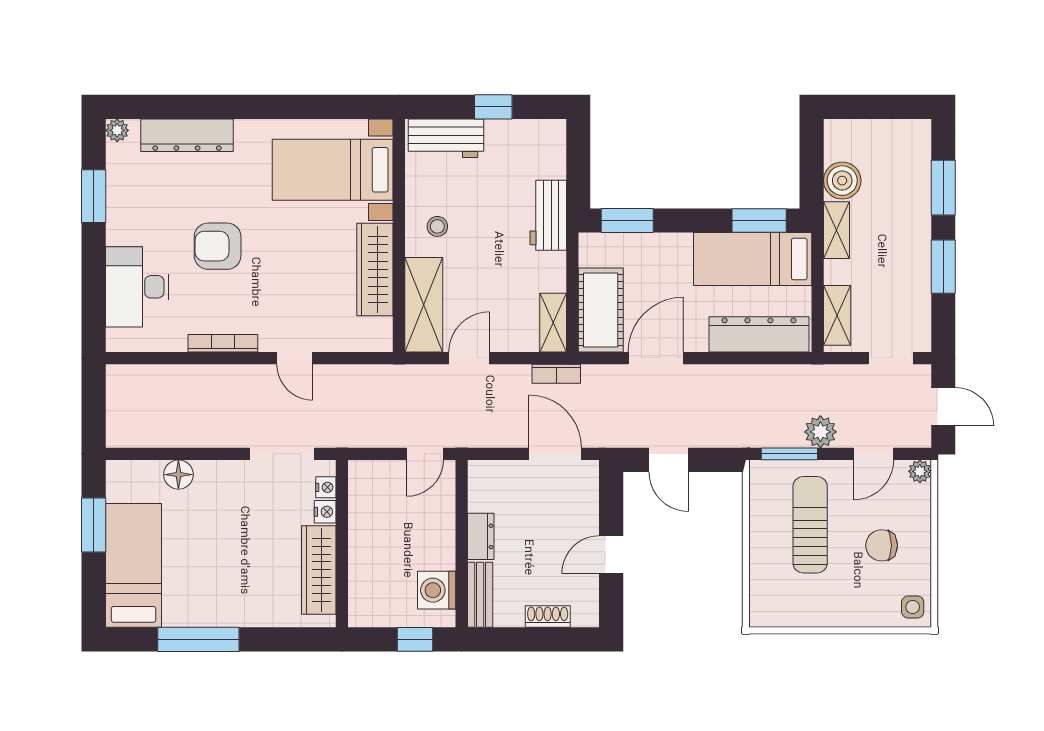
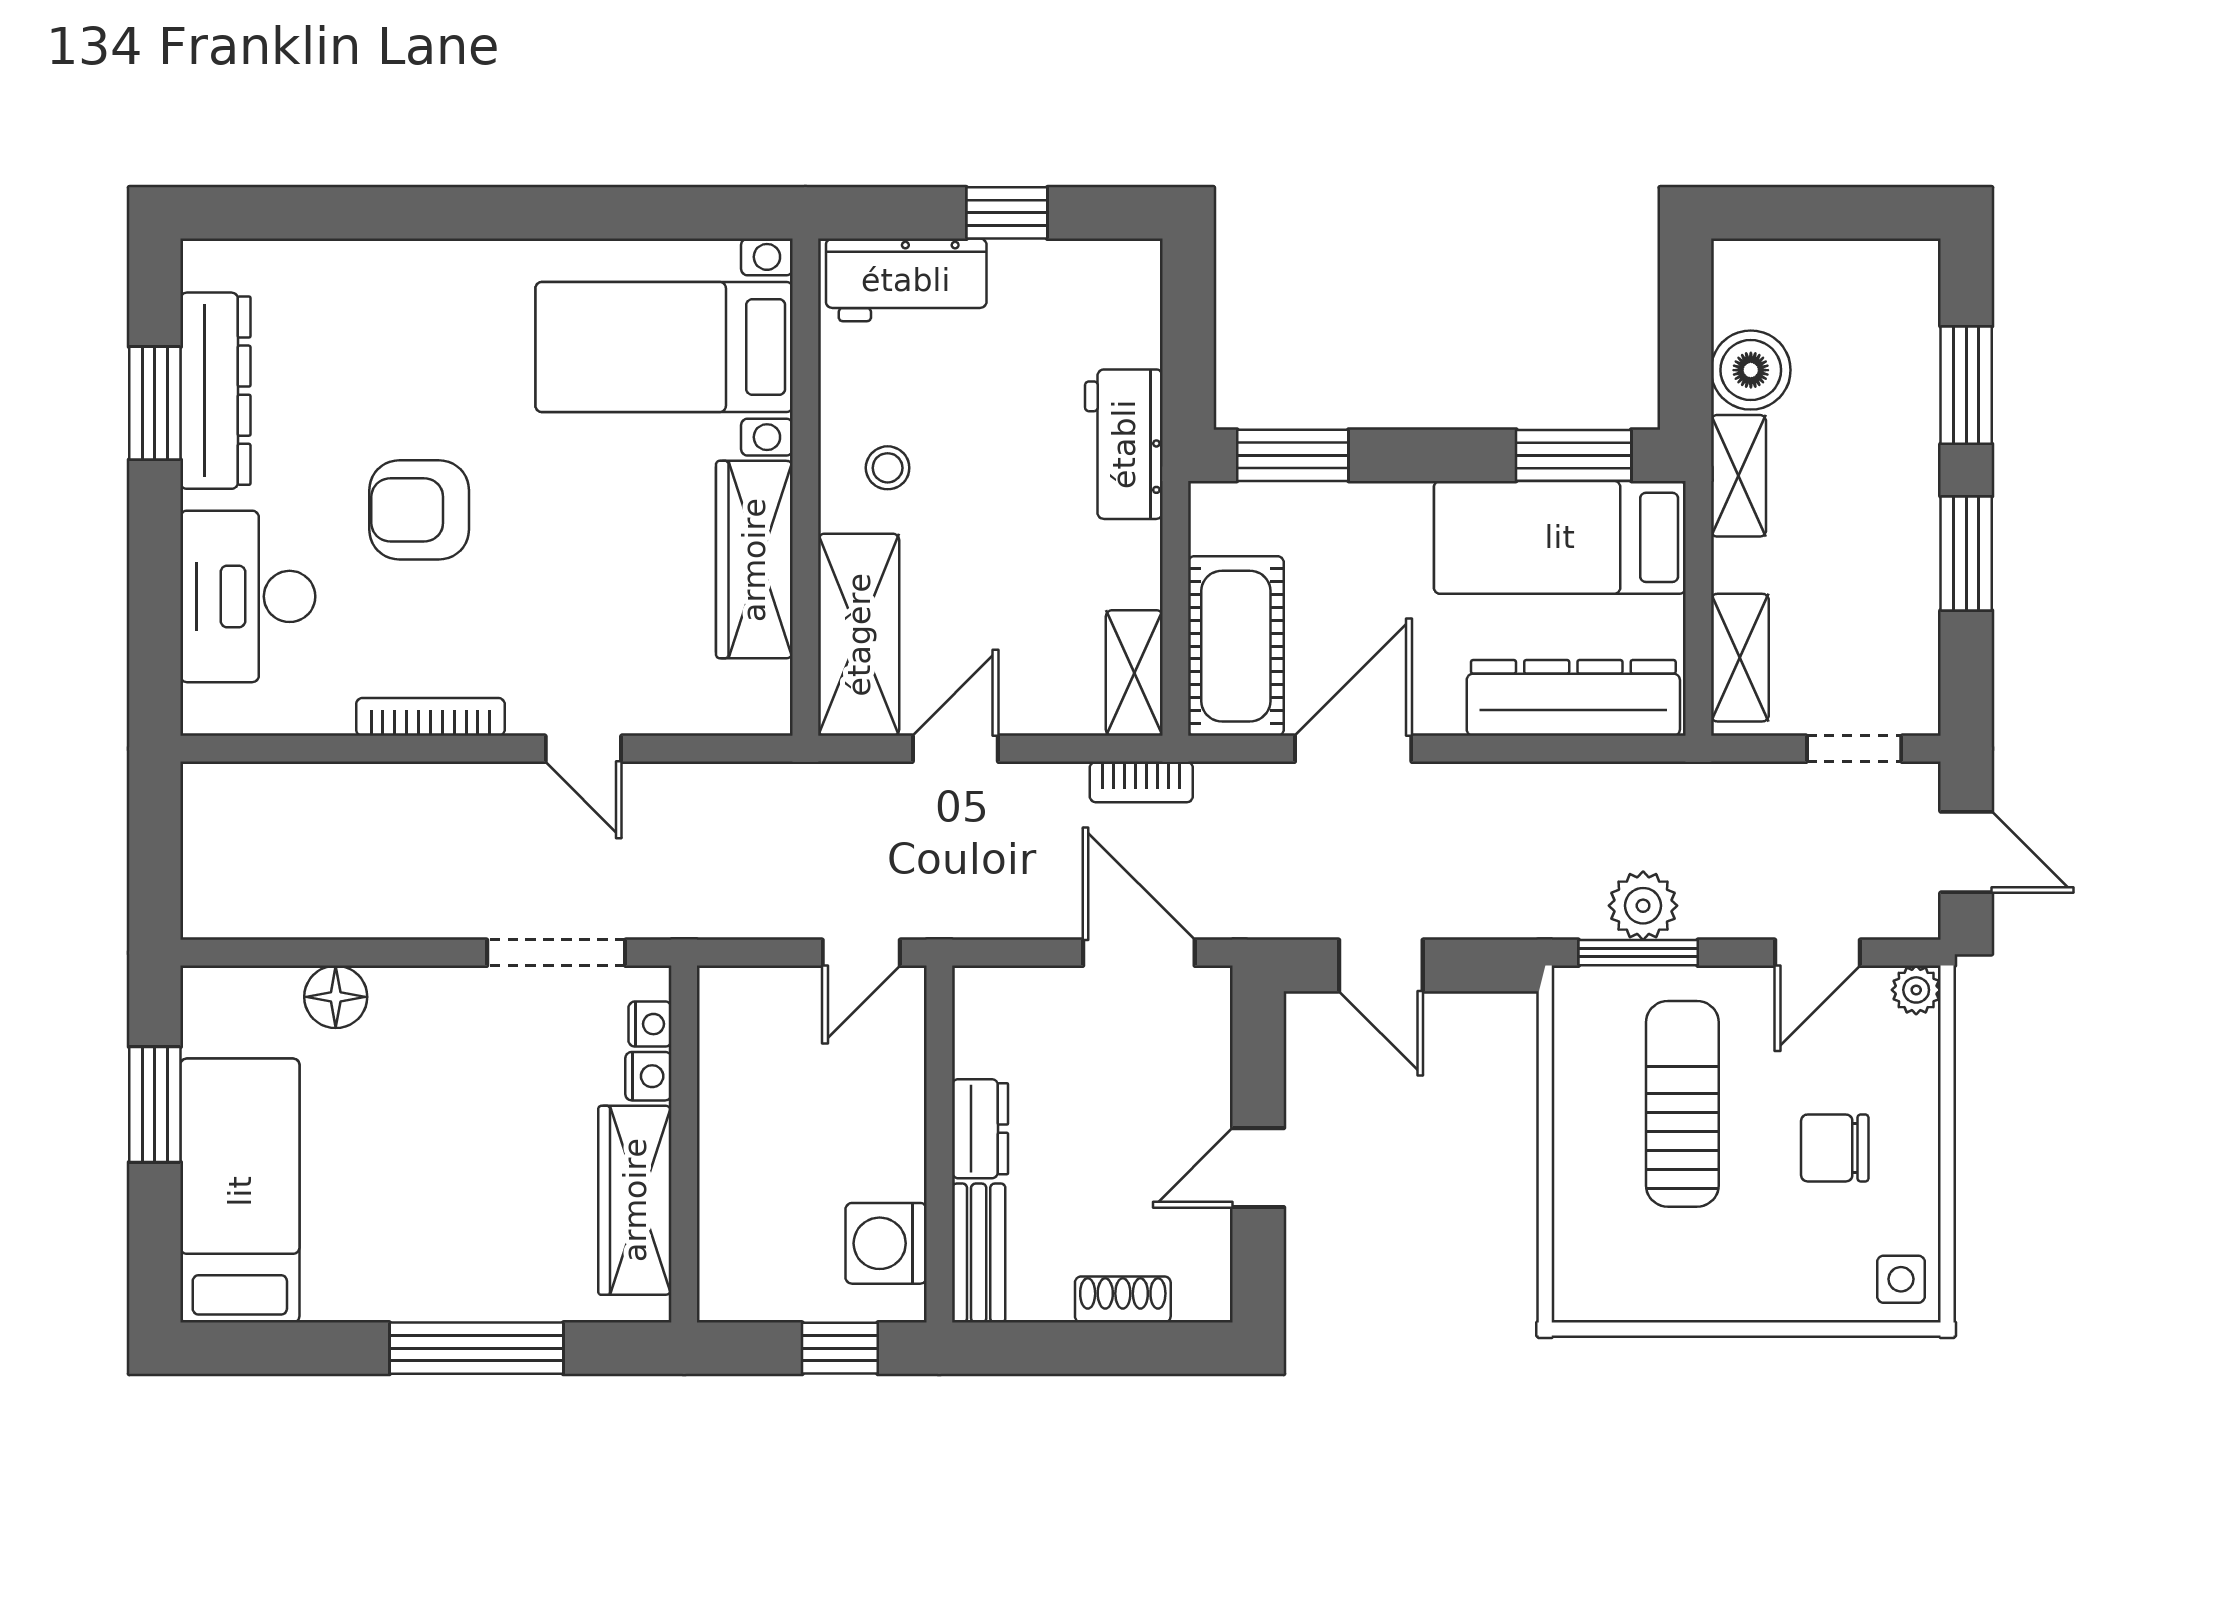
plant: (117, 130) -> (205, 263), removed
dresser: (187, 135) -> (215, 391), moved, turned -90
plant: (820, 432) -> (1643, 906), moved
window: (198, 639) -> (476, 1348), moved

